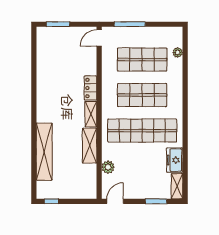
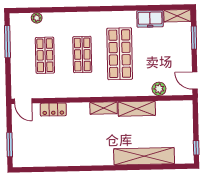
window: (130, 24) -> (7, 42), moved
shop shelf: (142, 60) -> (45, 55), width x0.70, depth x0.74
locker: (90, 88) -> (53, 110), moved
shop shelf: (142, 95) -> (82, 54), width x0.70, depth x0.74
shop shelf: (142, 131) -> (120, 54), width x0.71

